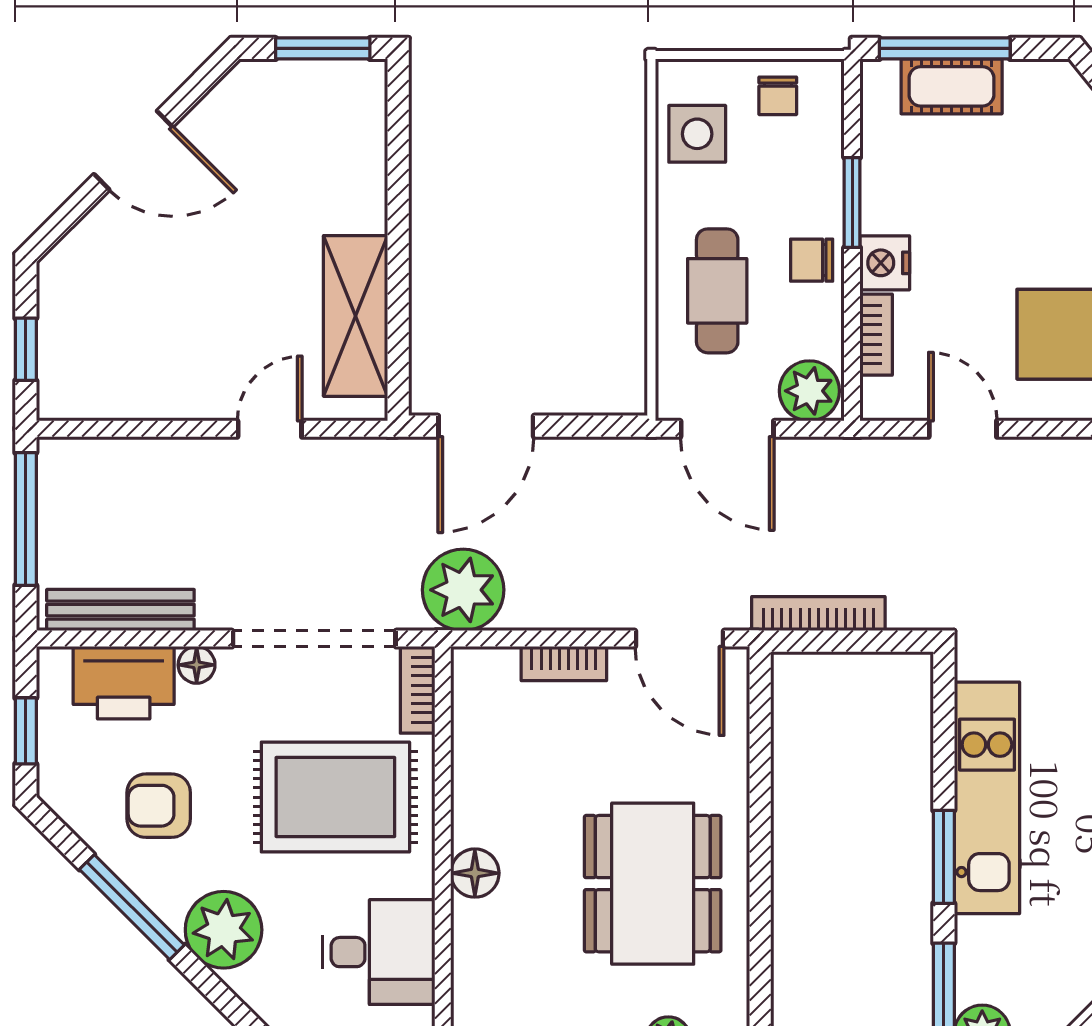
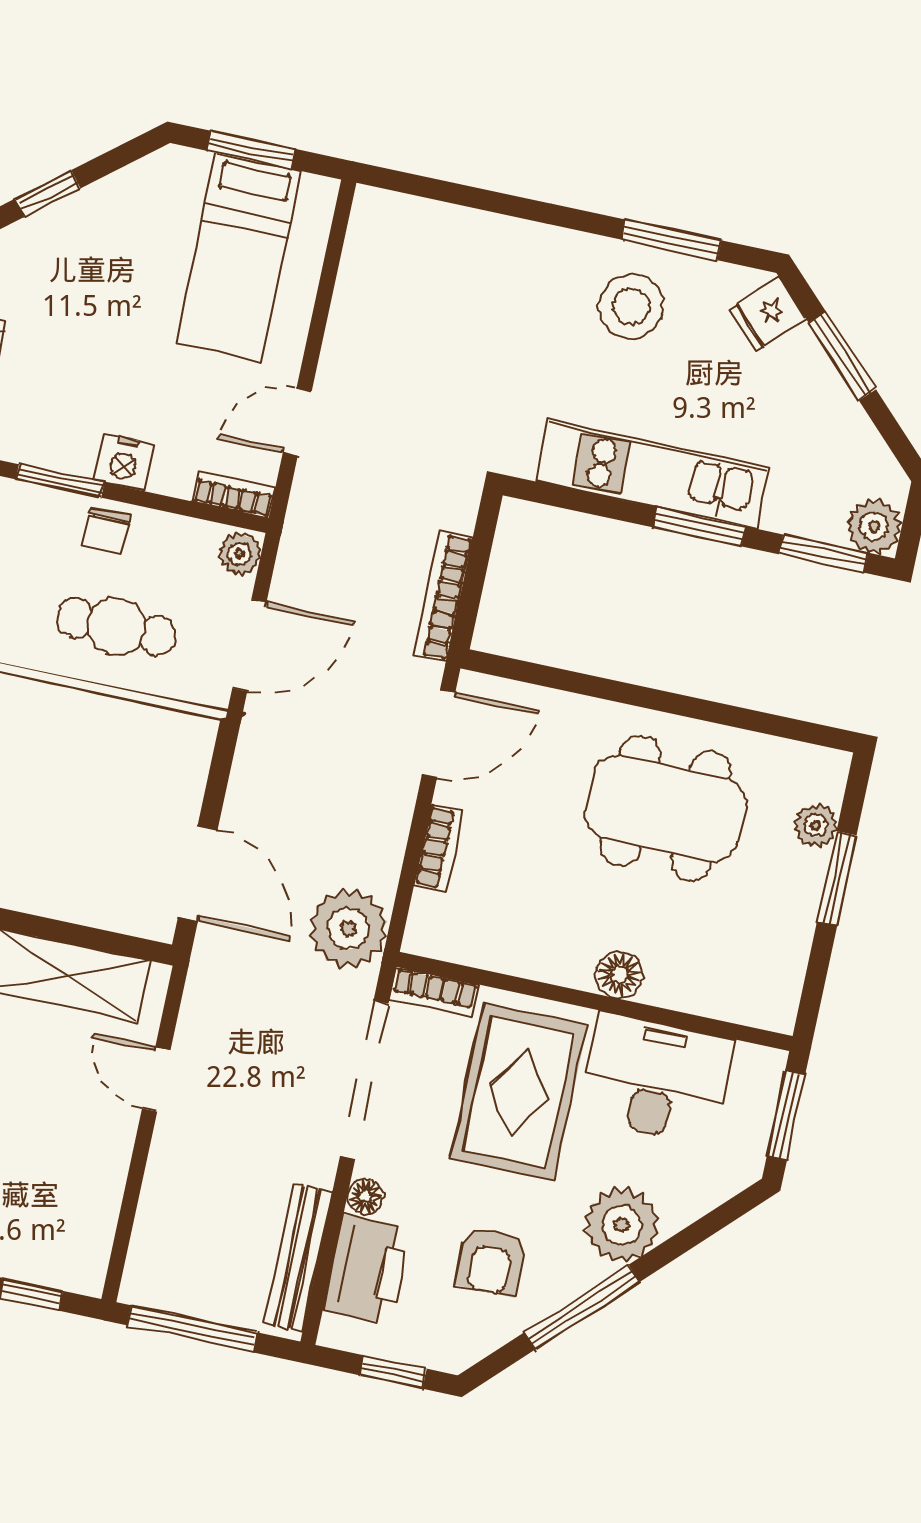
bookcase: (876, 335) -> (234, 494), moved
plant: (809, 391) -> (239, 554), width x0.73, depth x0.73
desk: (379, 952) -> (656, 1078), width x1.37

